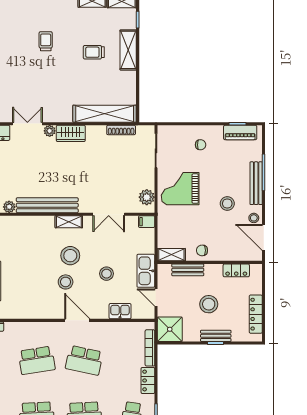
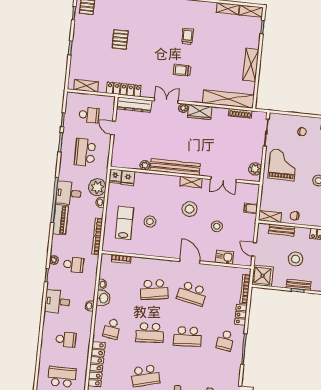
shelving: (128, 50) -> (251, 65), moved
trolley: (94, 52) -> (182, 70), moved
grand piano: (180, 189) -> (282, 165), turned 90
filing cabinet: (147, 222) -> (251, 208), moved
kitchen sink: (146, 271) -> (248, 227), removed
stool: (66, 282) -> (150, 222), moved

